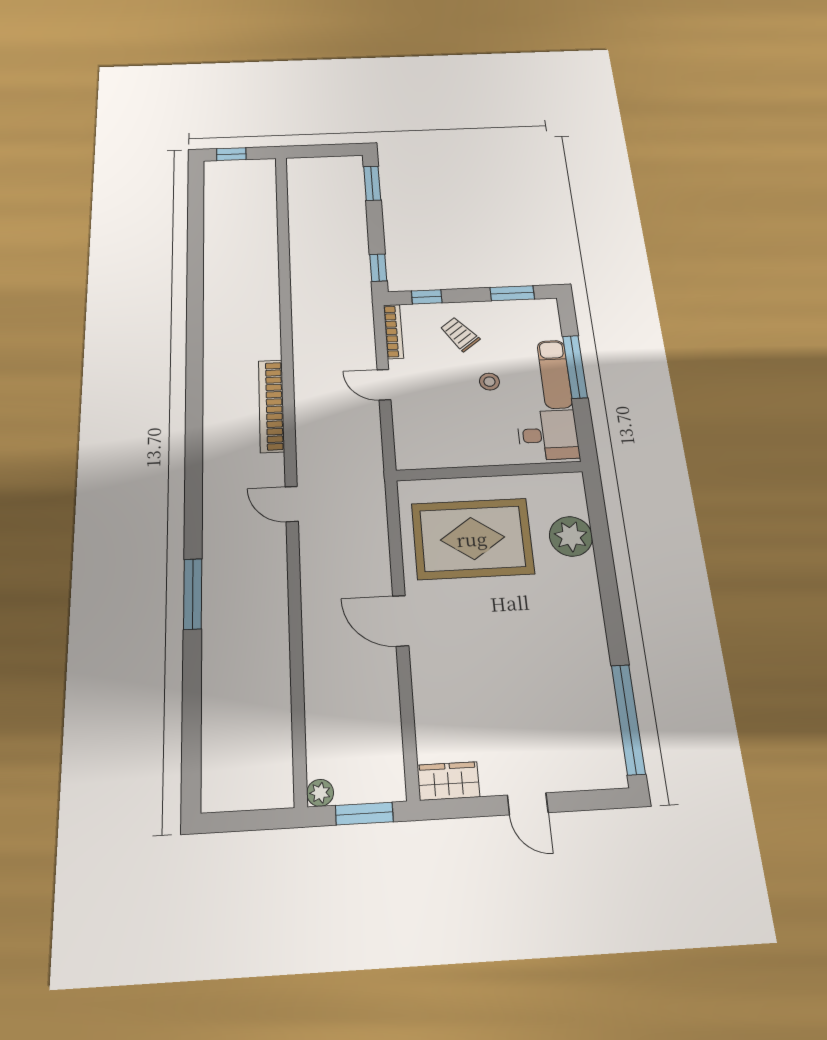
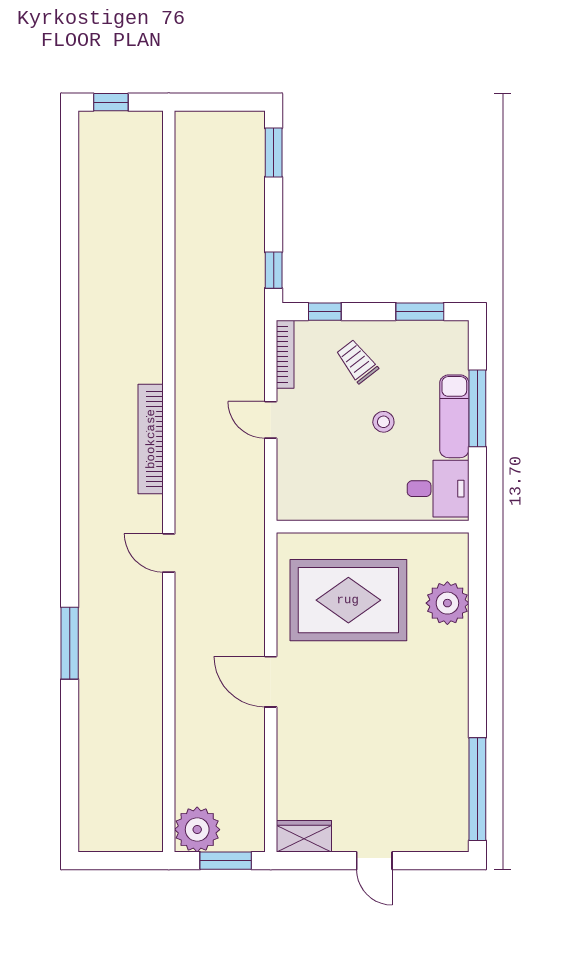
plant: (320, 793) -> (197, 830), width x1.88, depth x1.88

